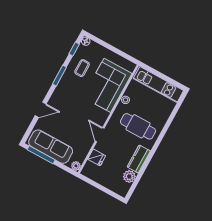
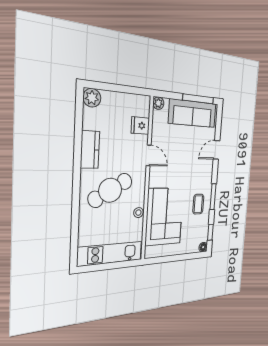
coffee table: (82, 68) -> (198, 204), moved
cafe table: (138, 126) -> (110, 190), turned -30
plant: (129, 176) -> (92, 98), moved

